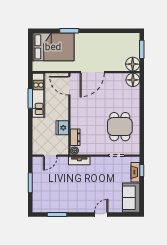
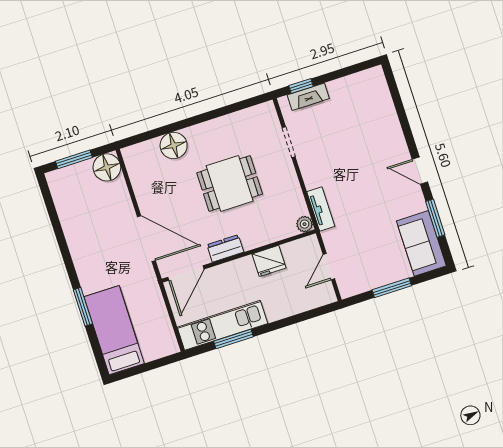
bed: (53, 47) -> (114, 330), width x0.67
floor lamp: (133, 80) -> (174, 145), moved
dining table: (120, 127) -> (230, 183), moved
dresser: (75, 137) -> (225, 248), moved
door: (50, 156) -> (329, 267), swing flipped
sofa: (131, 198) -> (421, 243), moved, turned 90
door: (101, 215) -> (420, 171), moved

